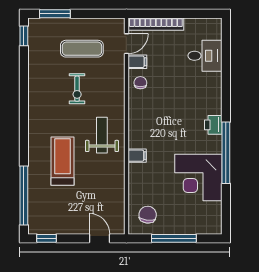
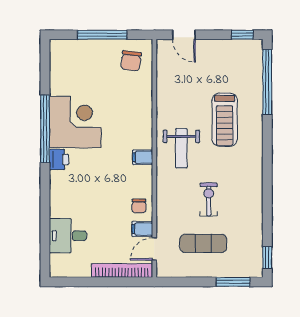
filing cabinet: (137, 156) -> (143, 157), moved
corner desk: (198, 178) -> (75, 122), moved

